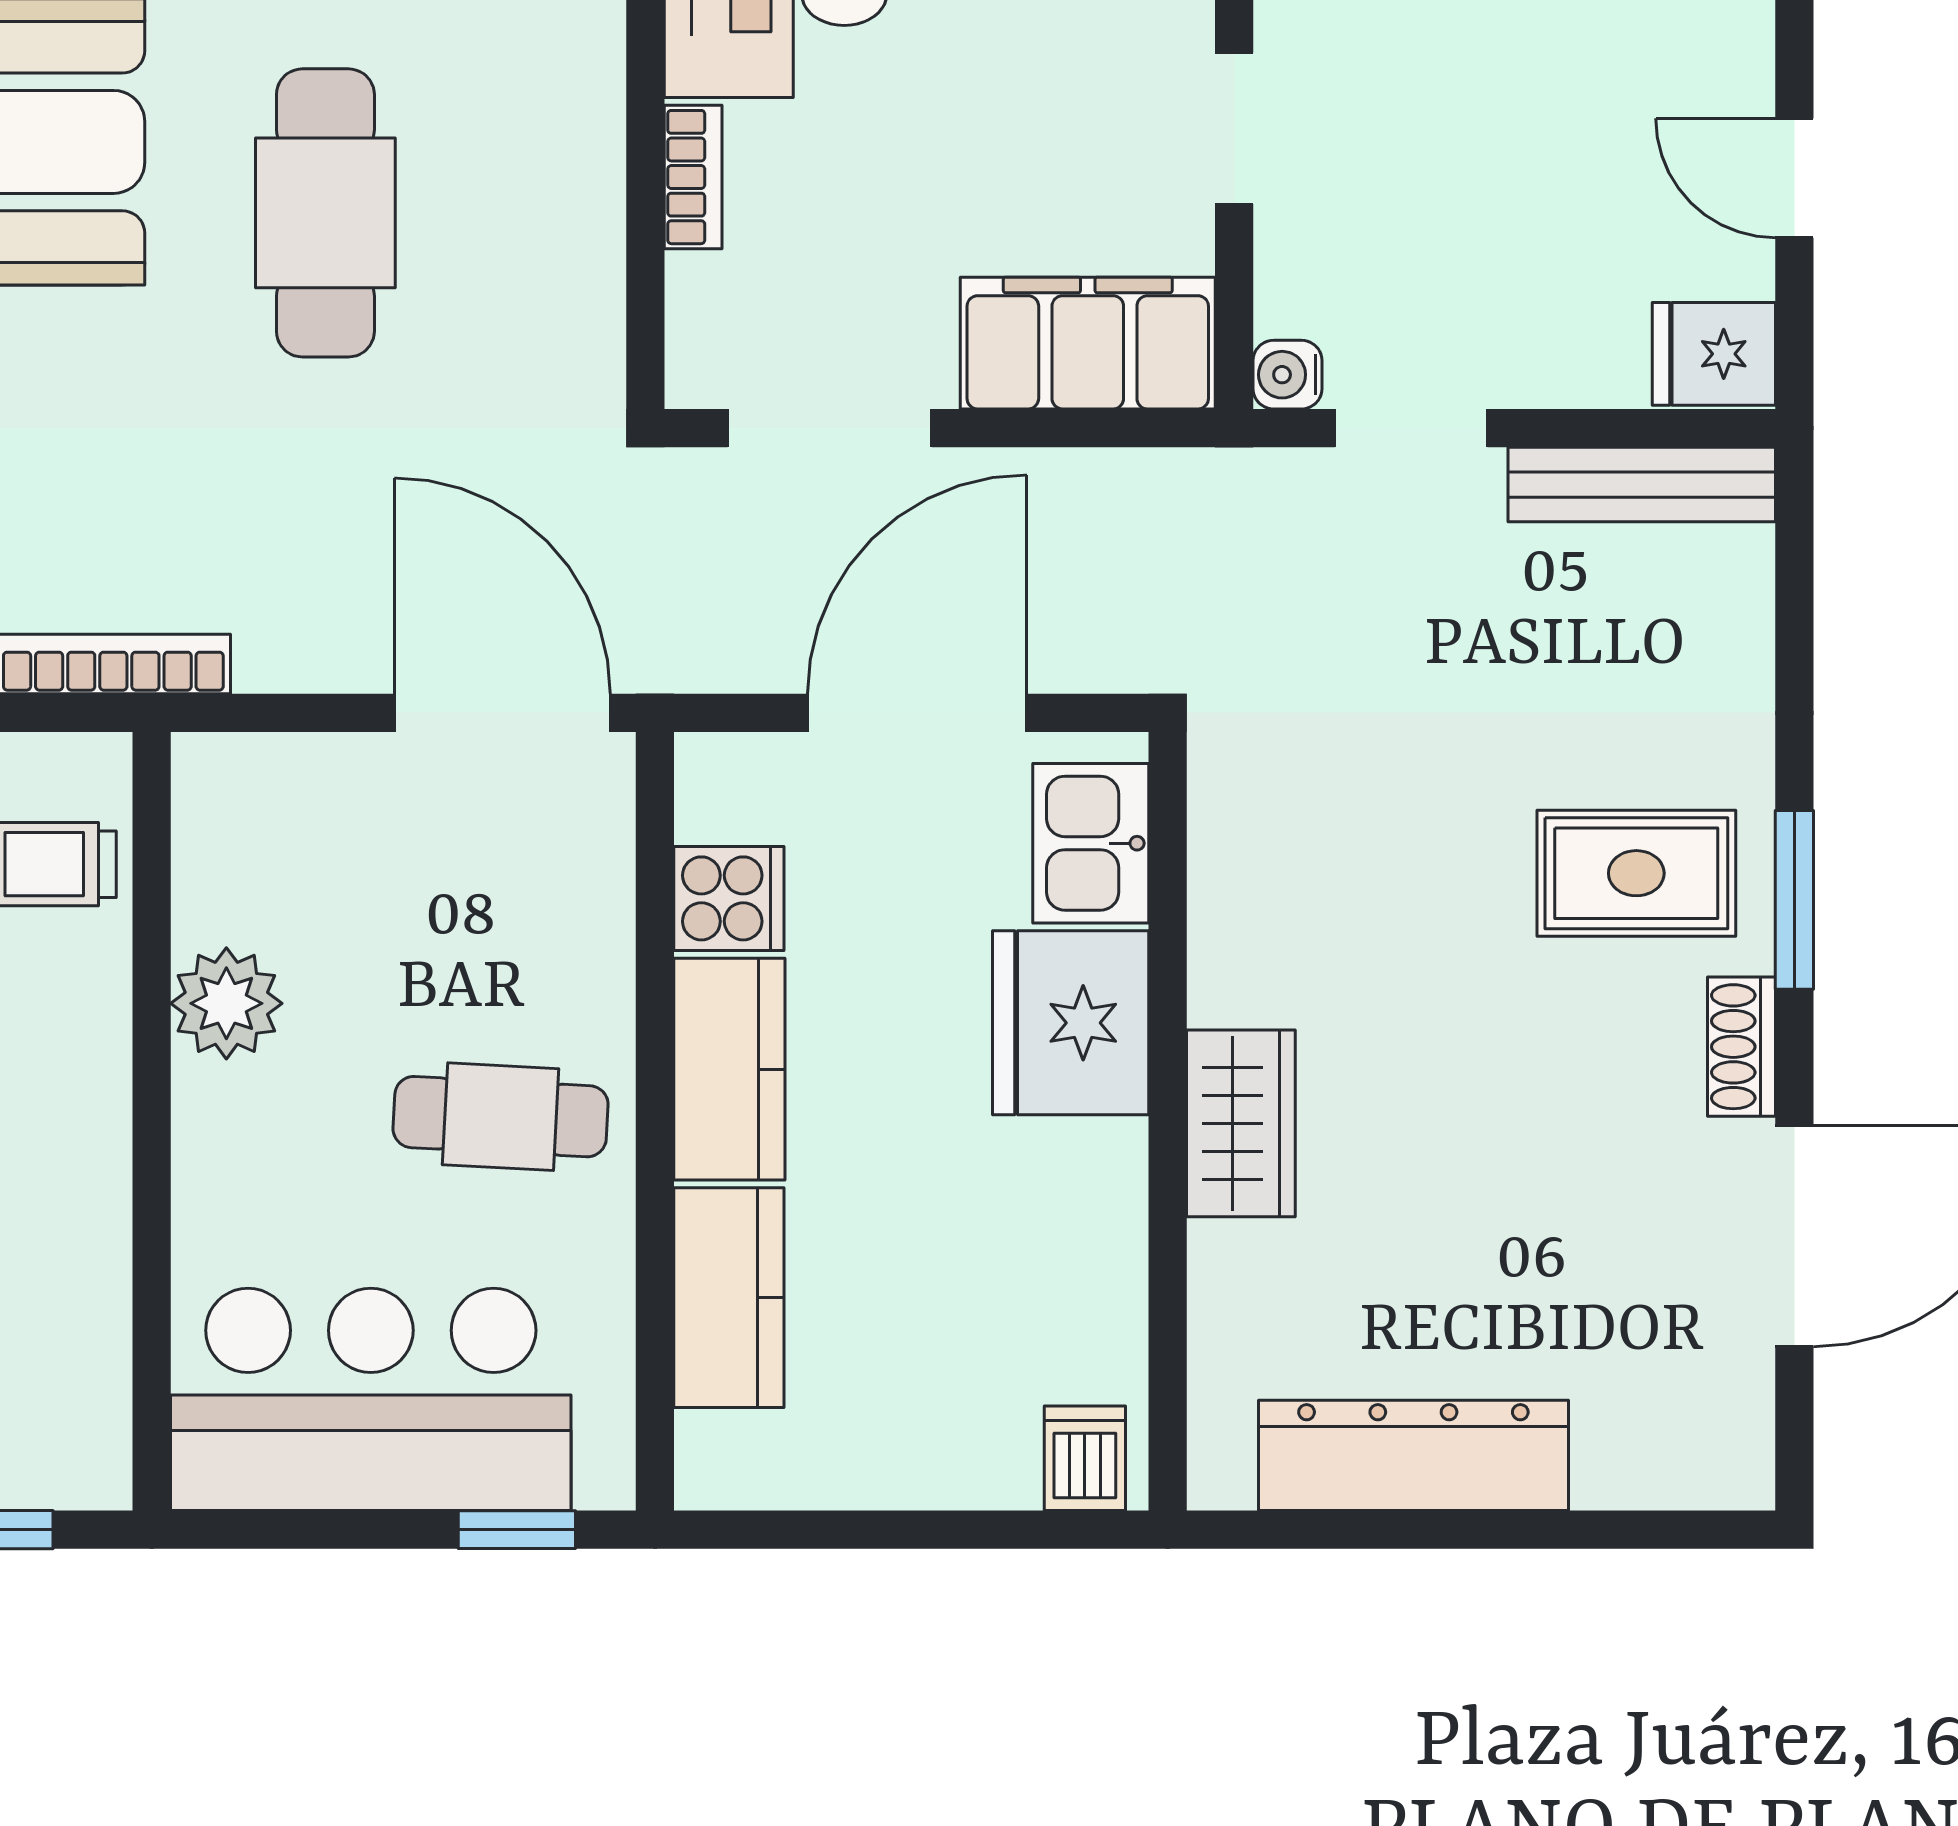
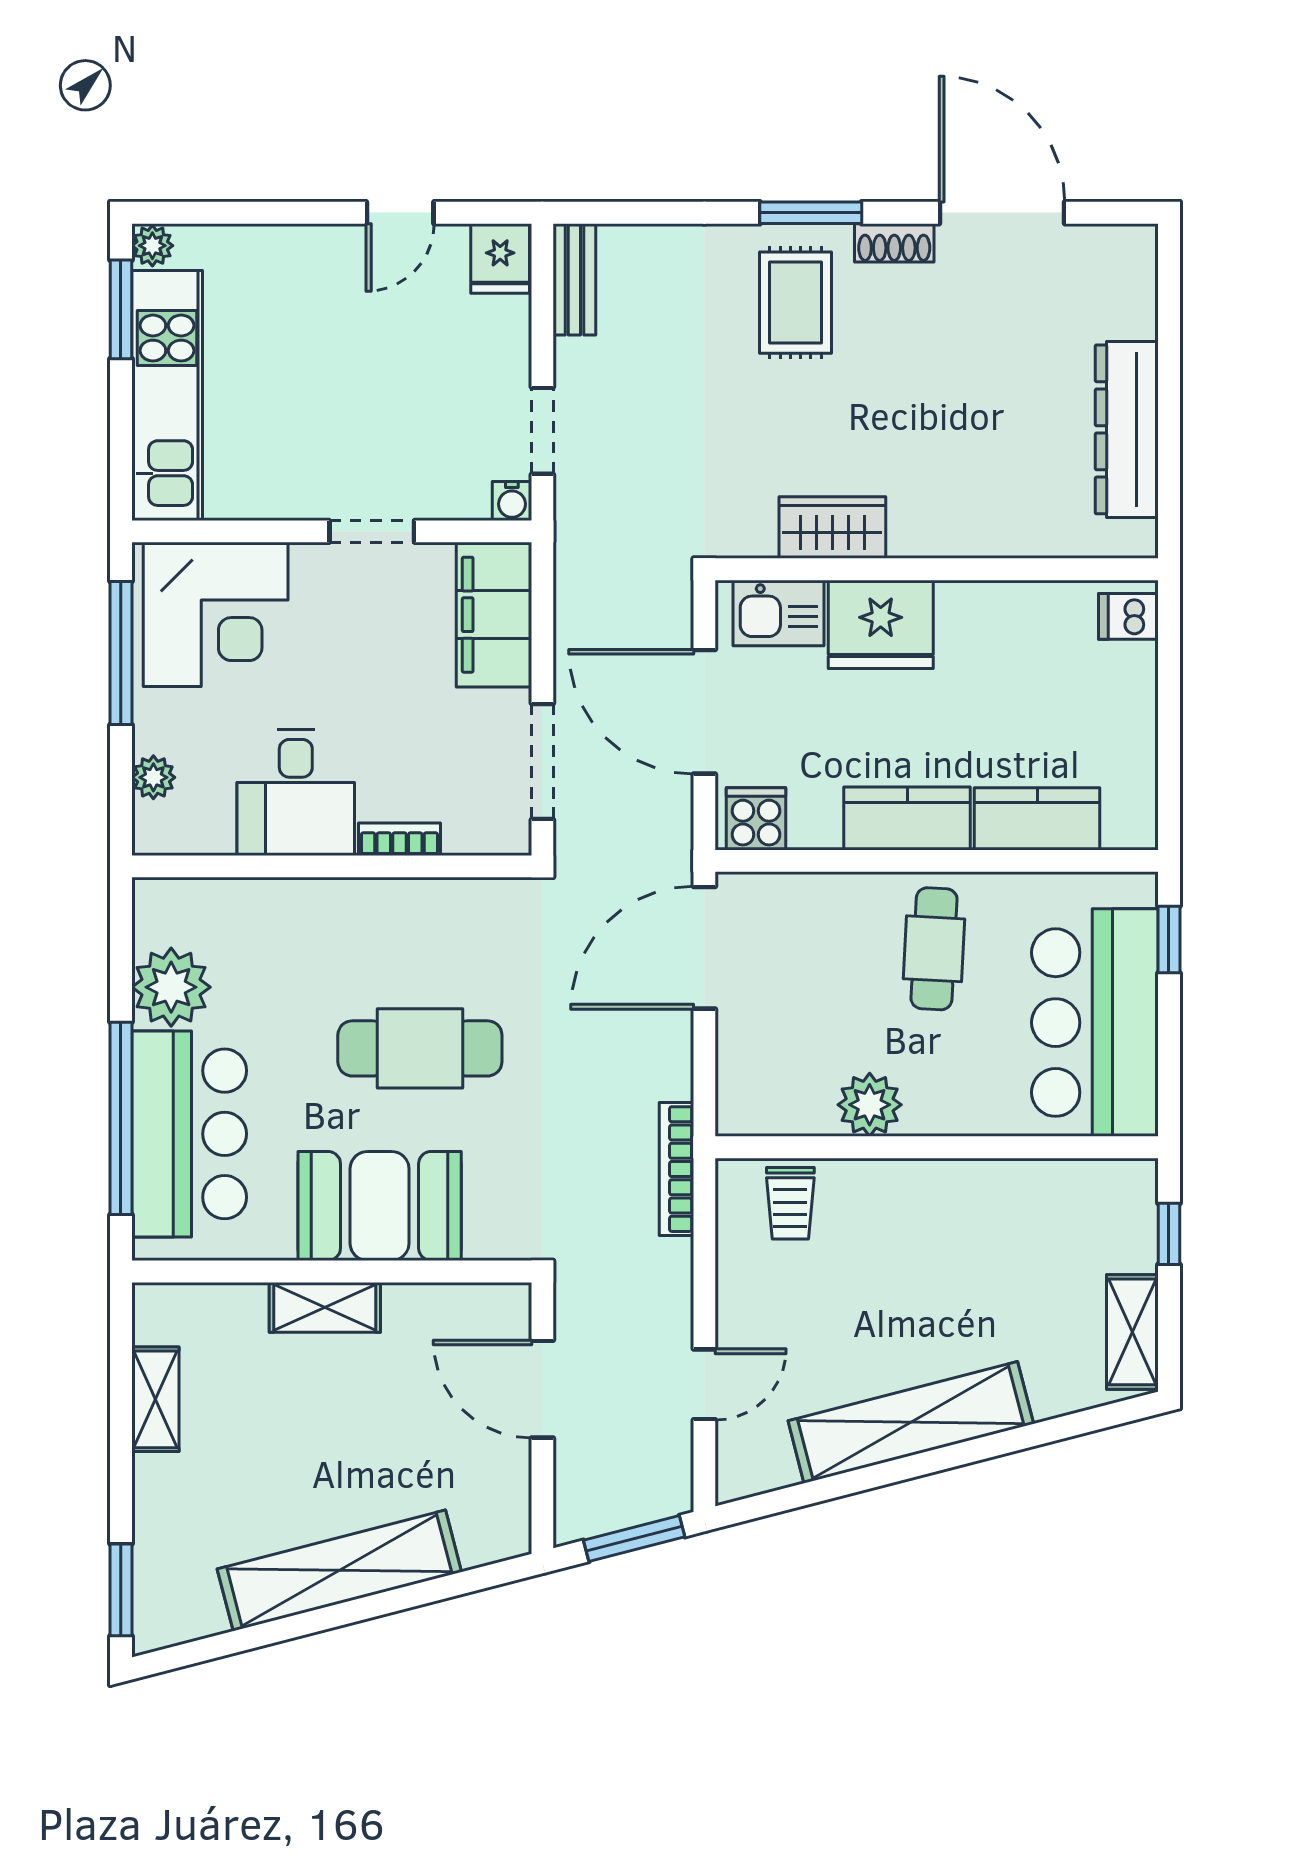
bench: (1642, 485) -> (574, 279), width x0.73
cooker: (729, 898) -> (756, 819), moved
wardrobe: (1241, 1123) -> (832, 528), moved

